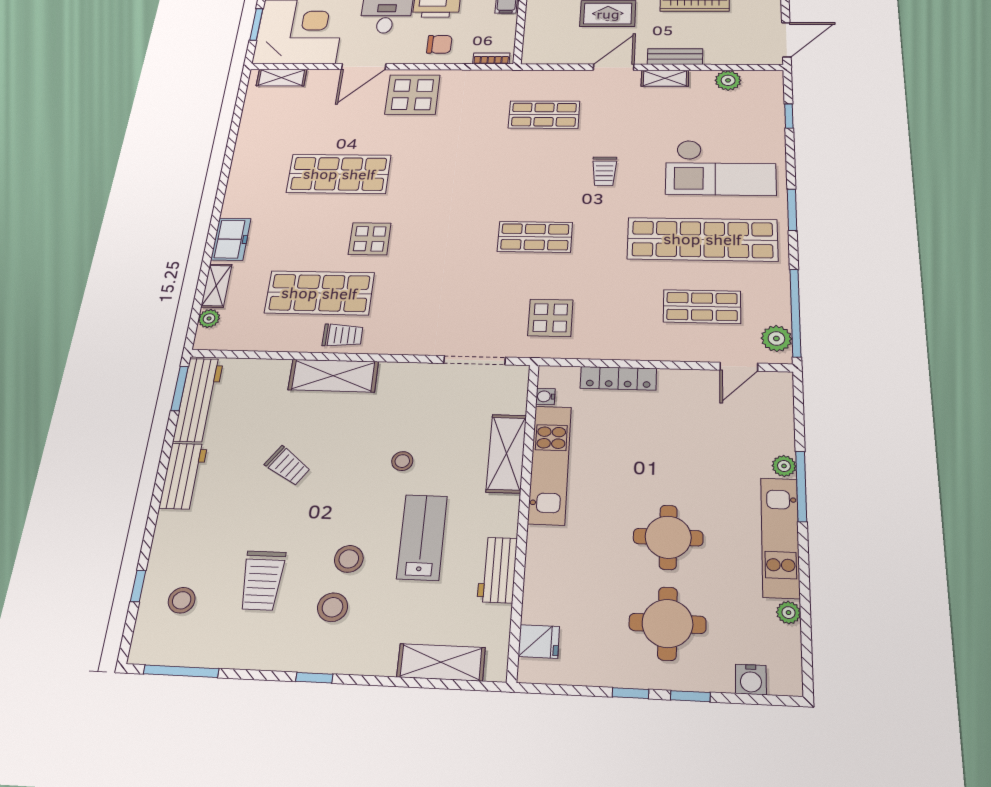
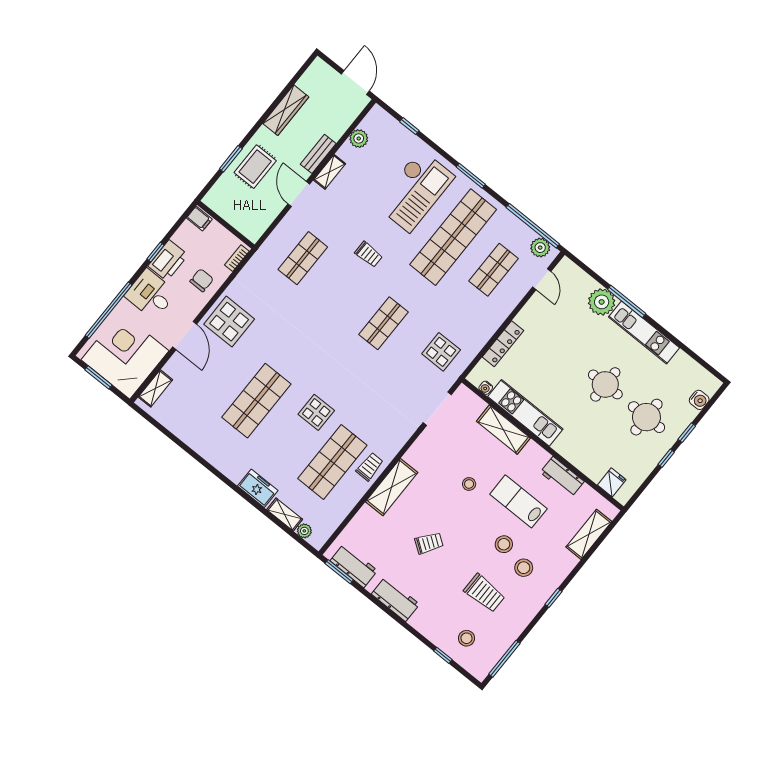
workbench: (198, 400) -> (354, 566), width x0.73
plant: (784, 466) -> (602, 302), width x1.88, depth x1.88
plant: (788, 613) -> (682, 358), removed

